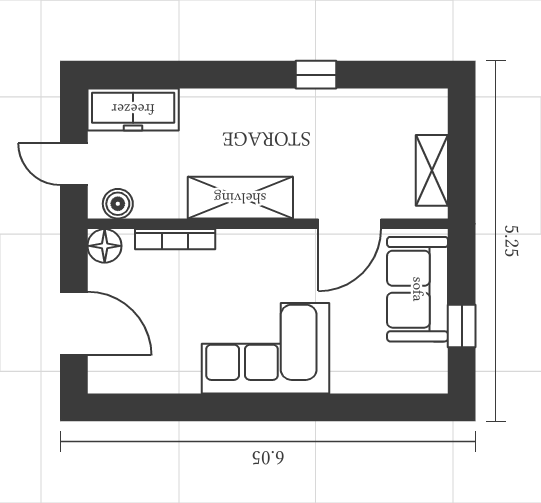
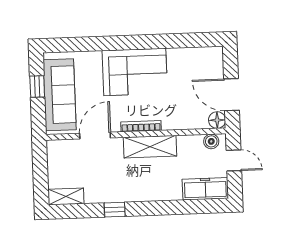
shelving: (432, 170) -> (66, 196), moved, turned 90
bookcase: (175, 239) -> (141, 126), moved
sofa: (418, 289) -> (60, 95), width x1.36
door: (74, 323) -> (231, 95), moved

